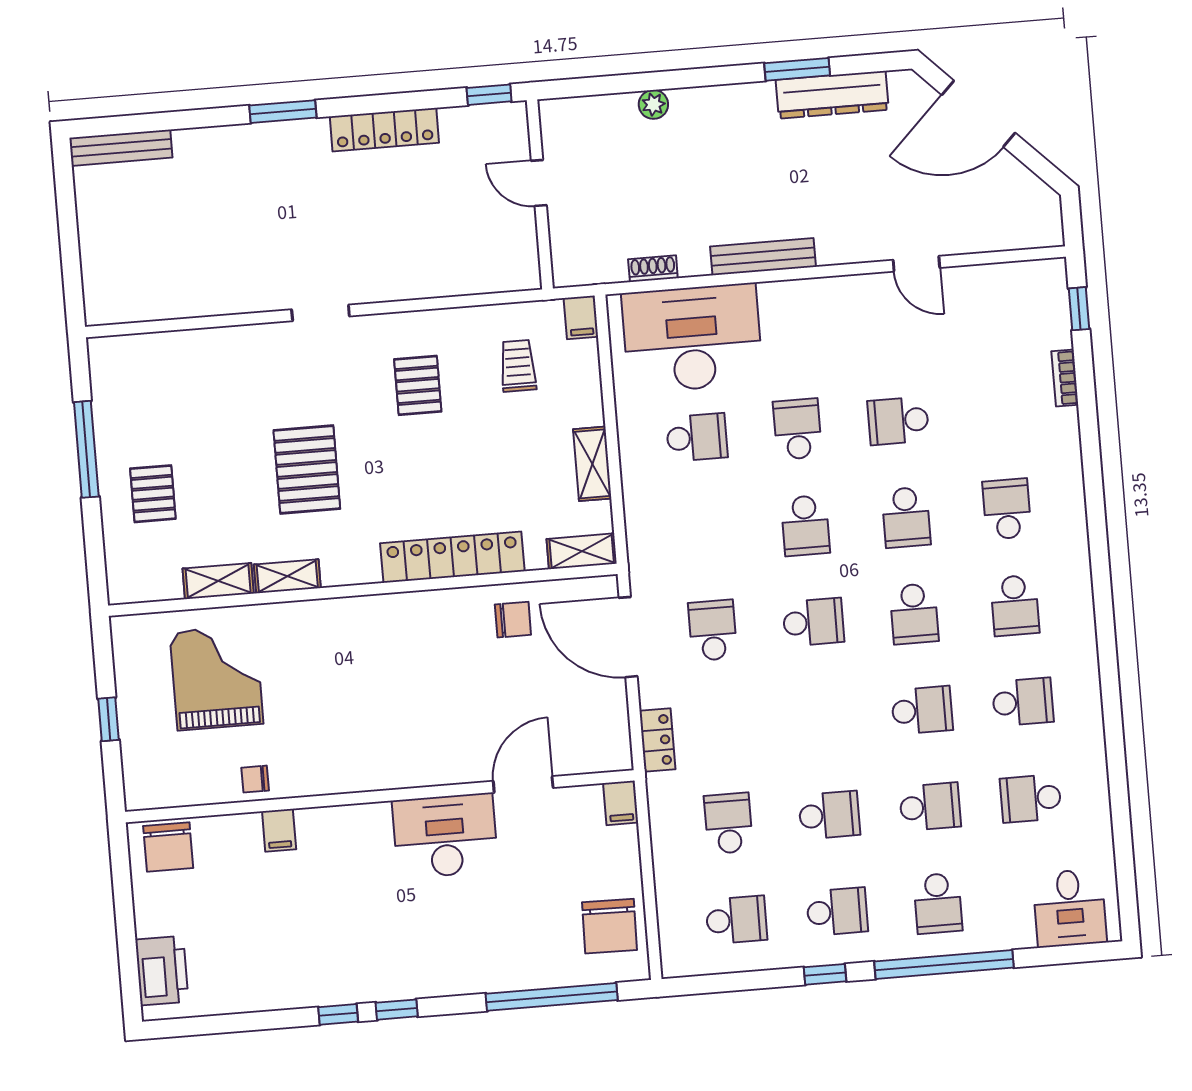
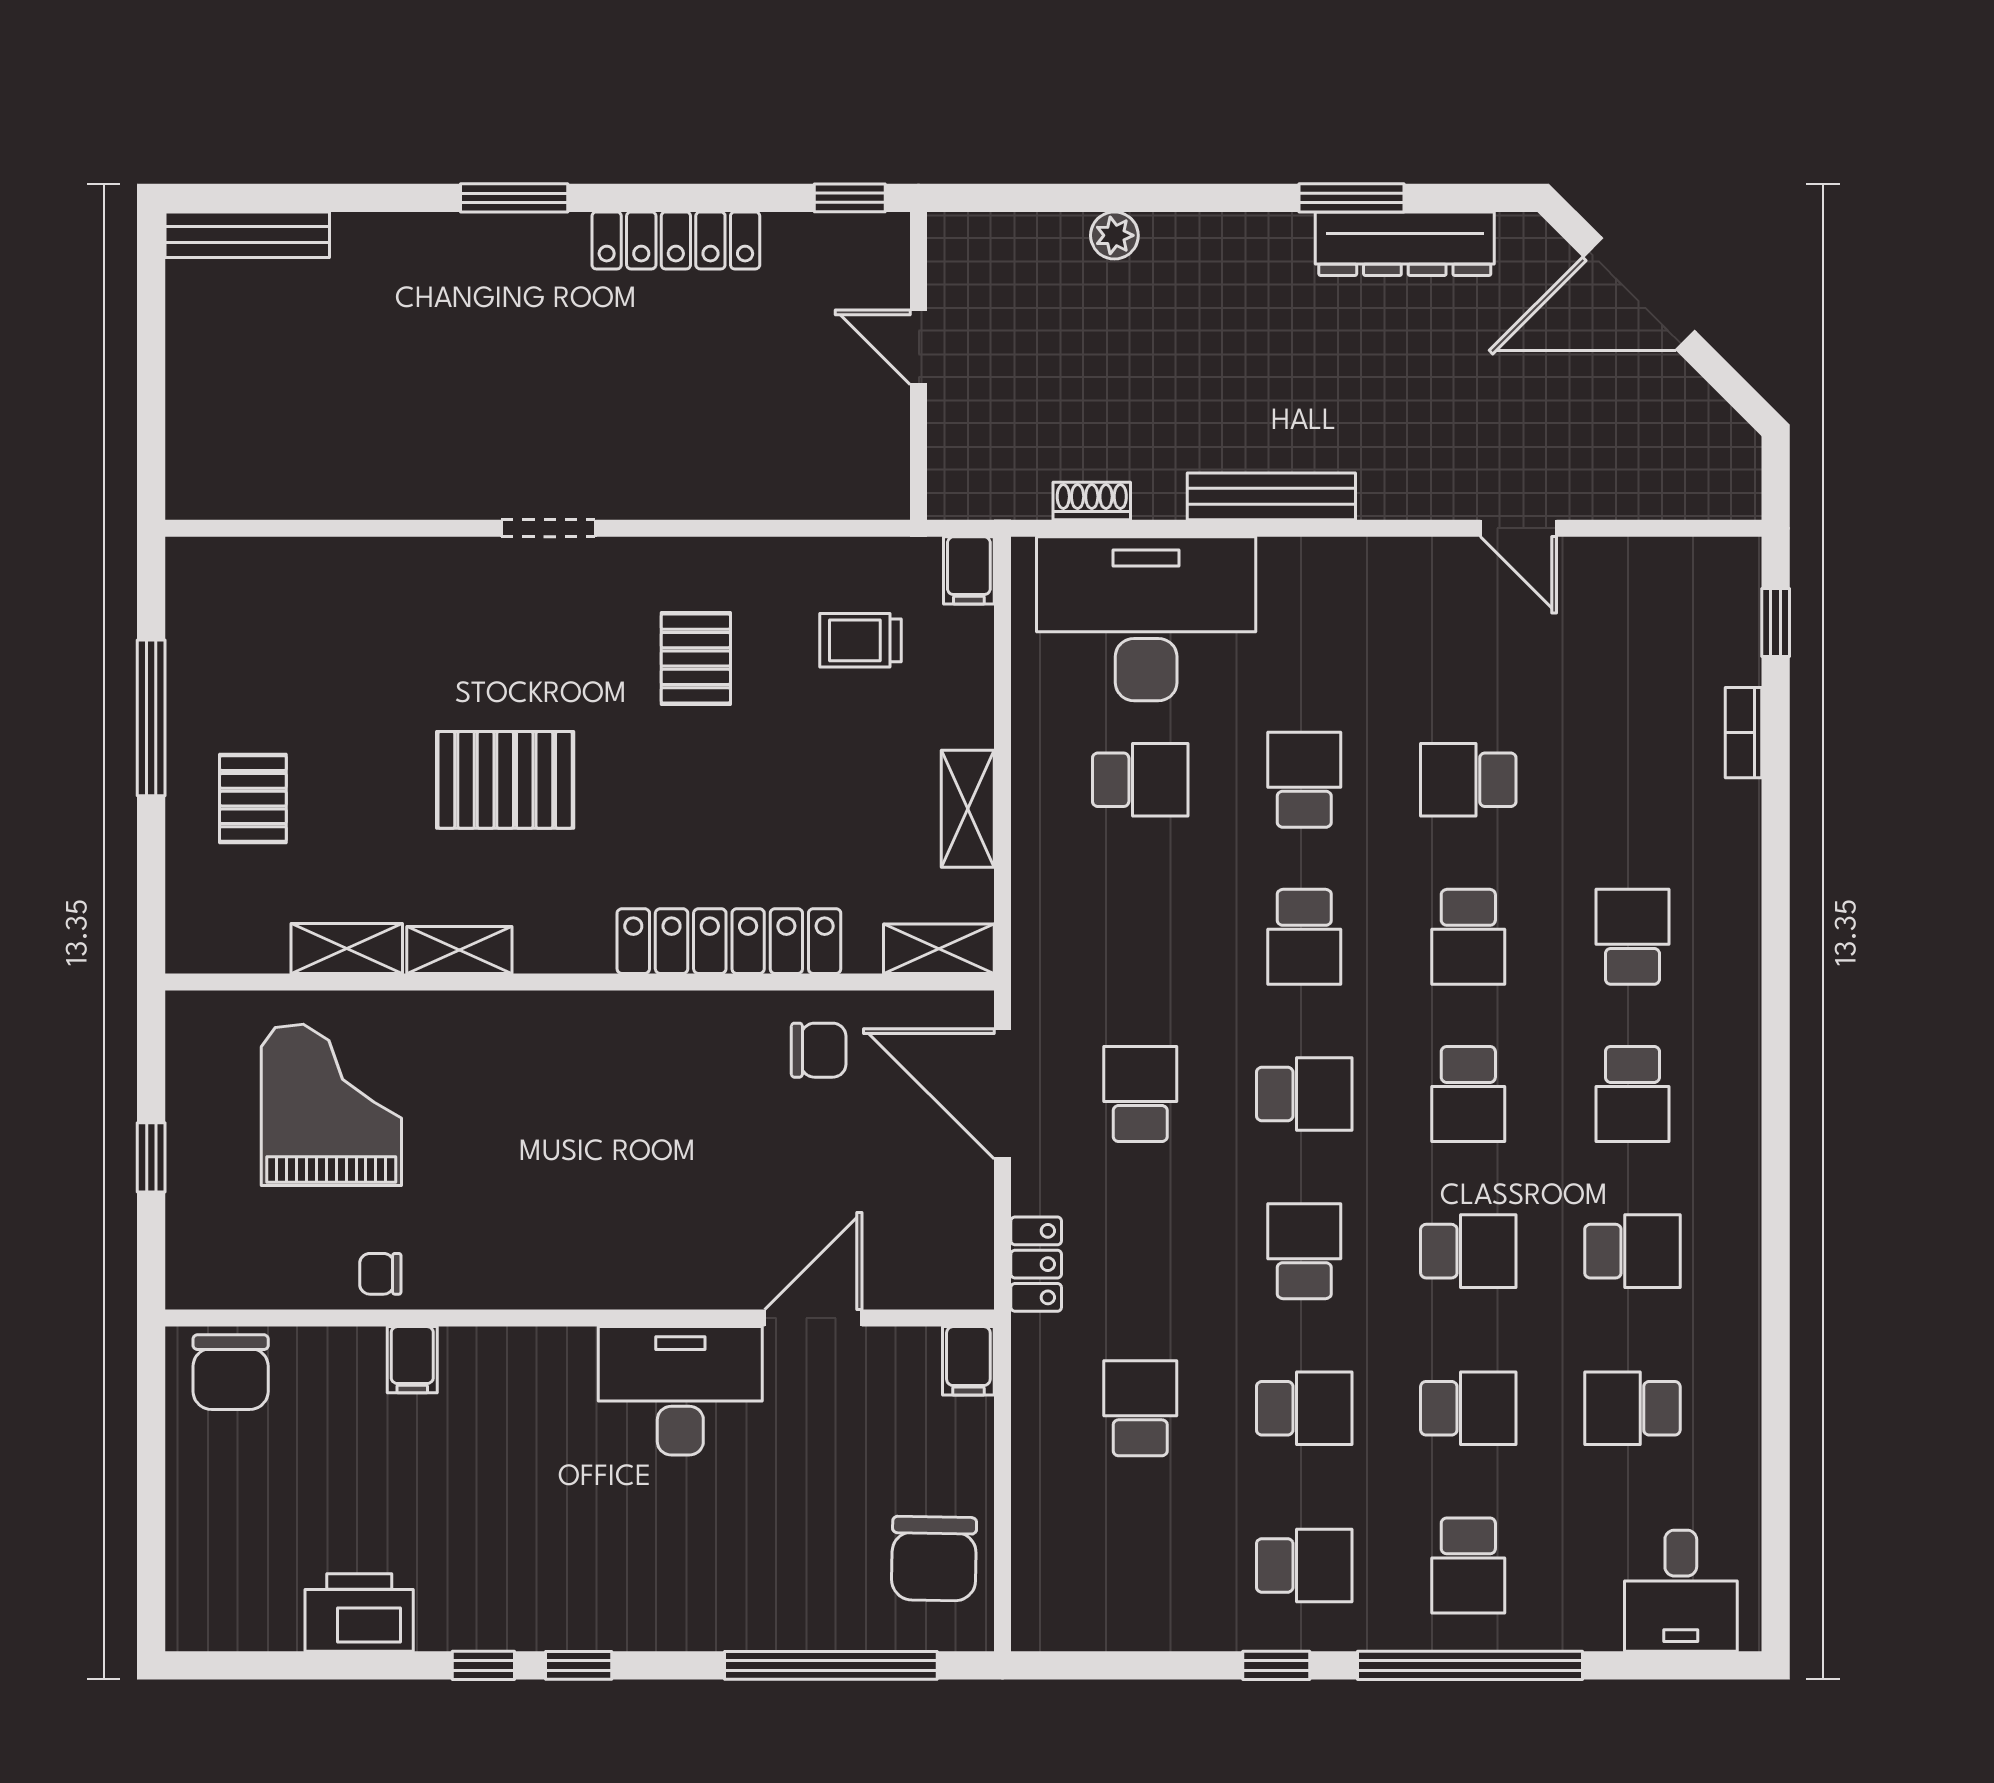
trolley: (518, 366) -> (861, 640), turned -90
pallet: (307, 469) -> (505, 780), turned 90
school desk: (736, 920) -> (1304, 1251), moved, turned -90
printer: (162, 971) -> (359, 1613), moved, turned -90

